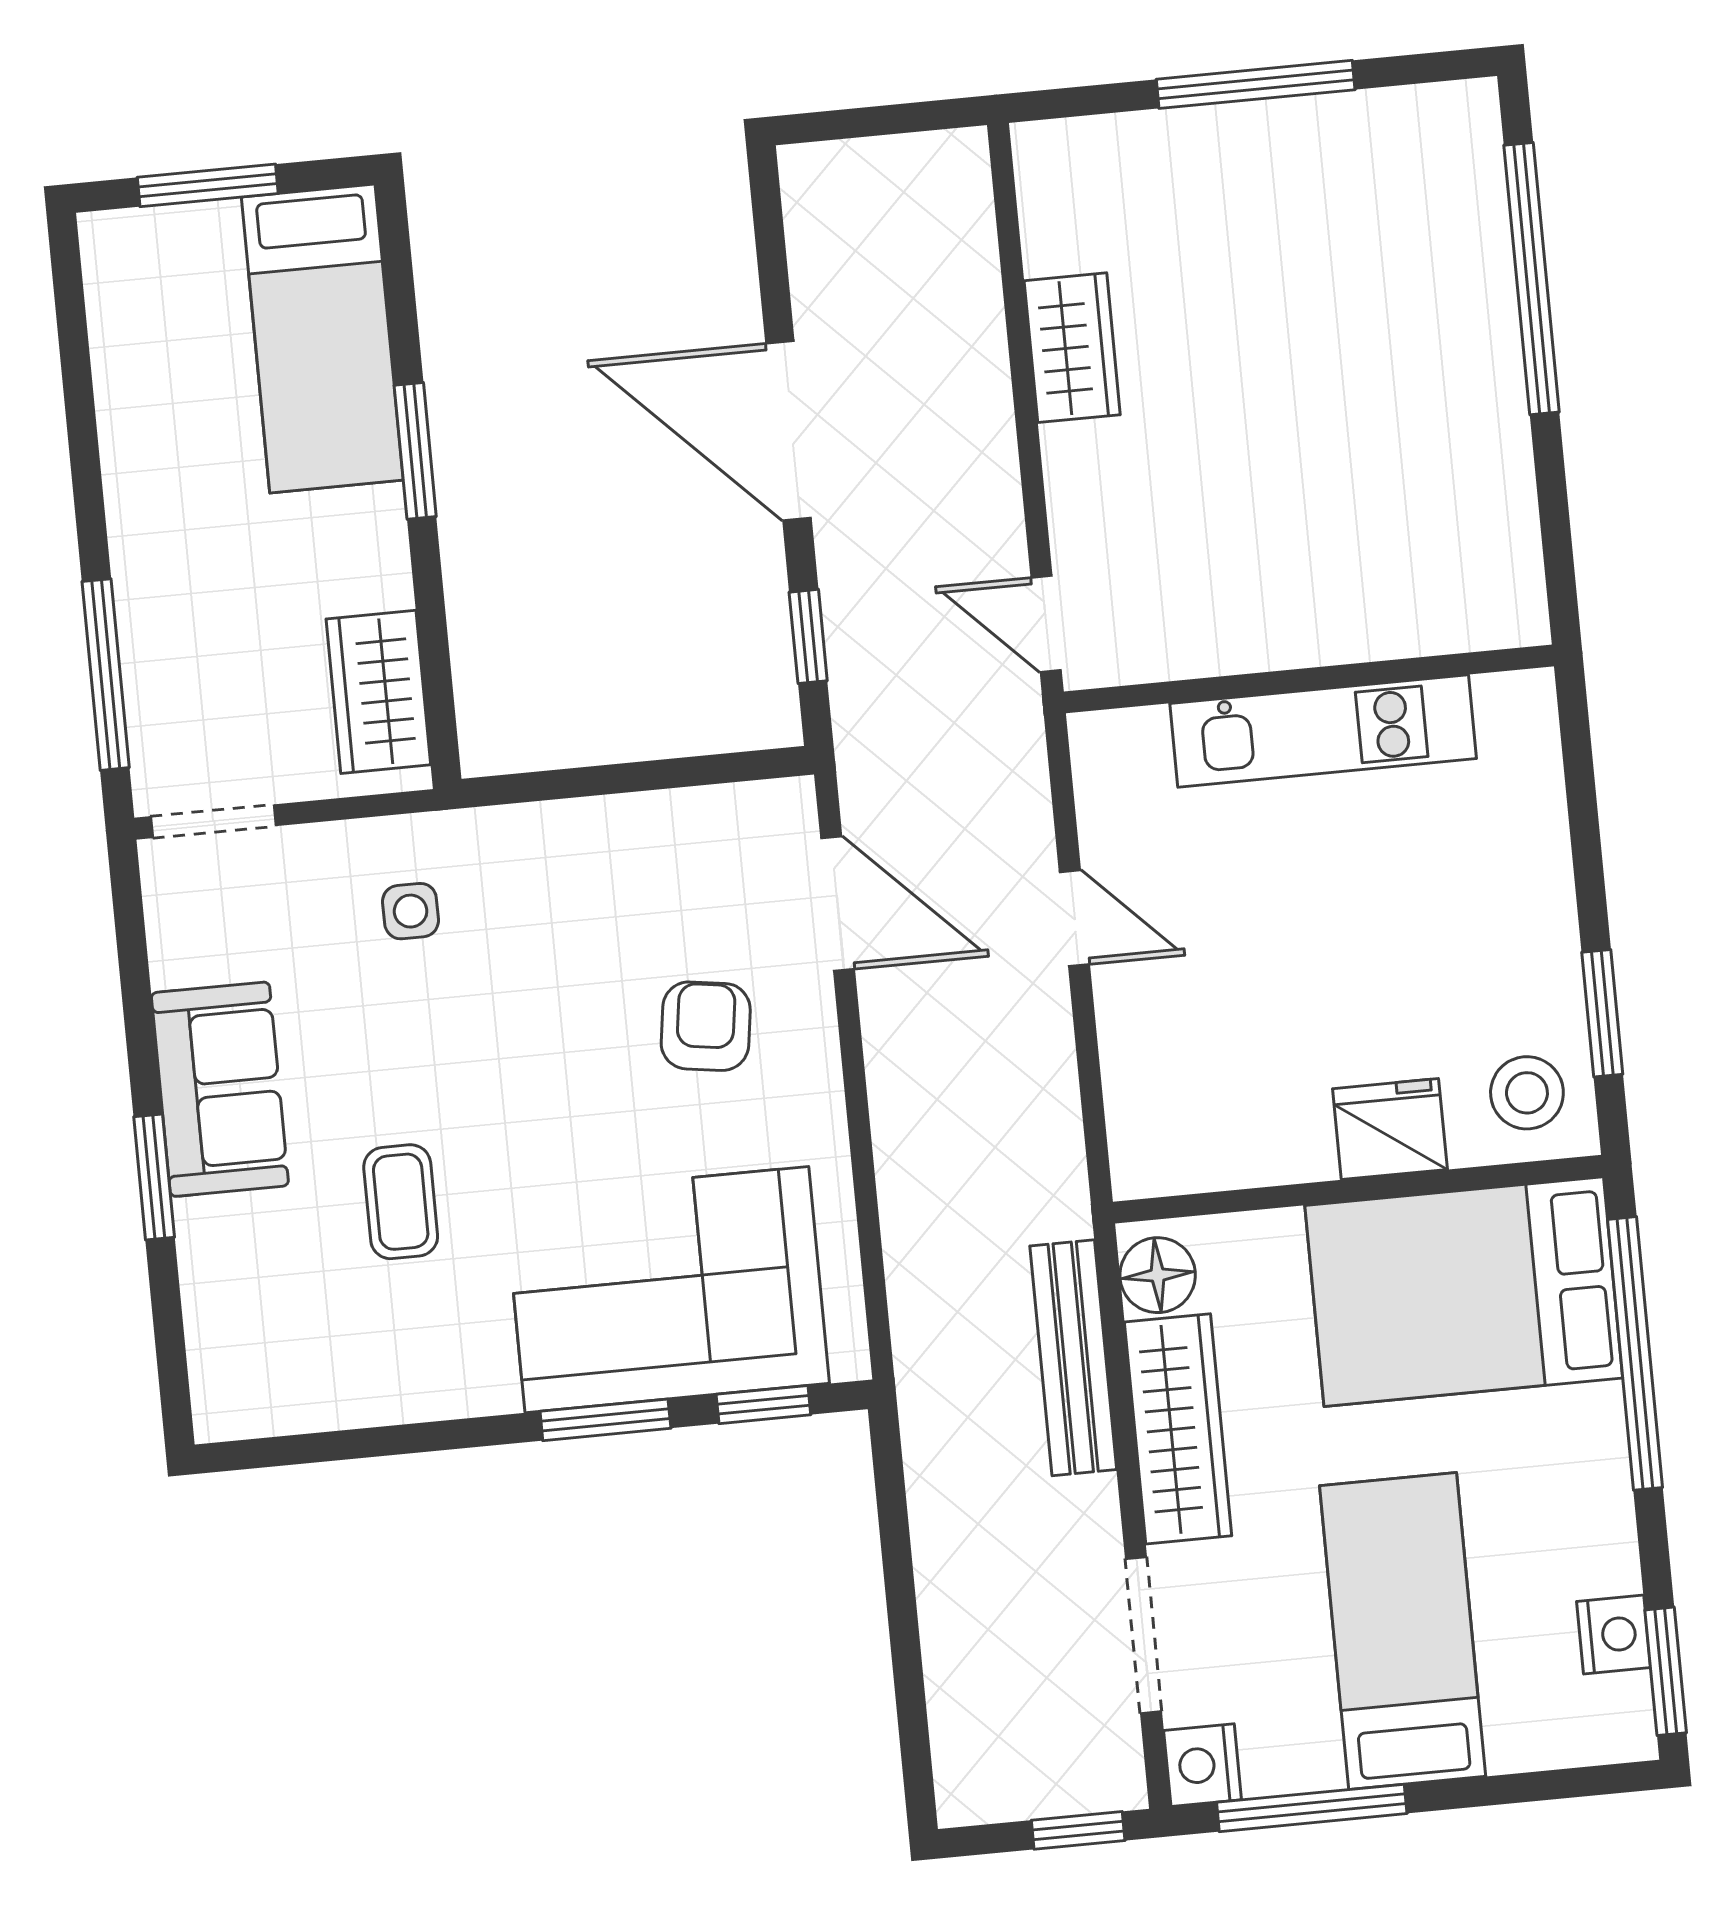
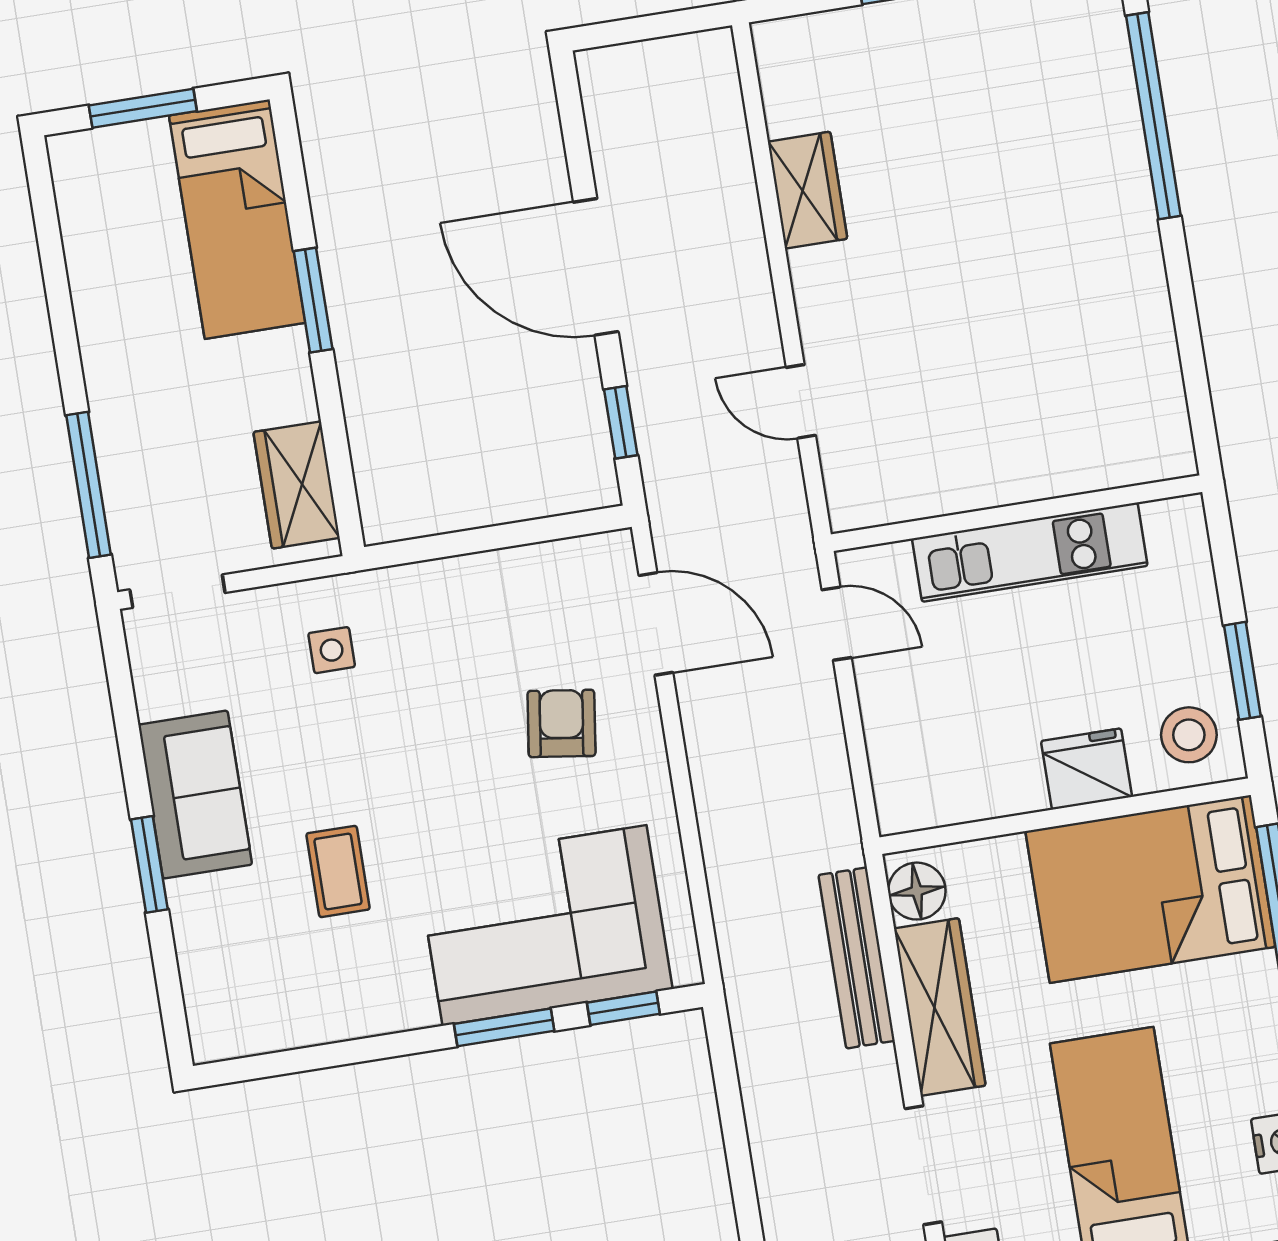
wall: (1309, 679) -> (1017, 513), moved
kitchen unit: (1323, 731) -> (1030, 552), moved

